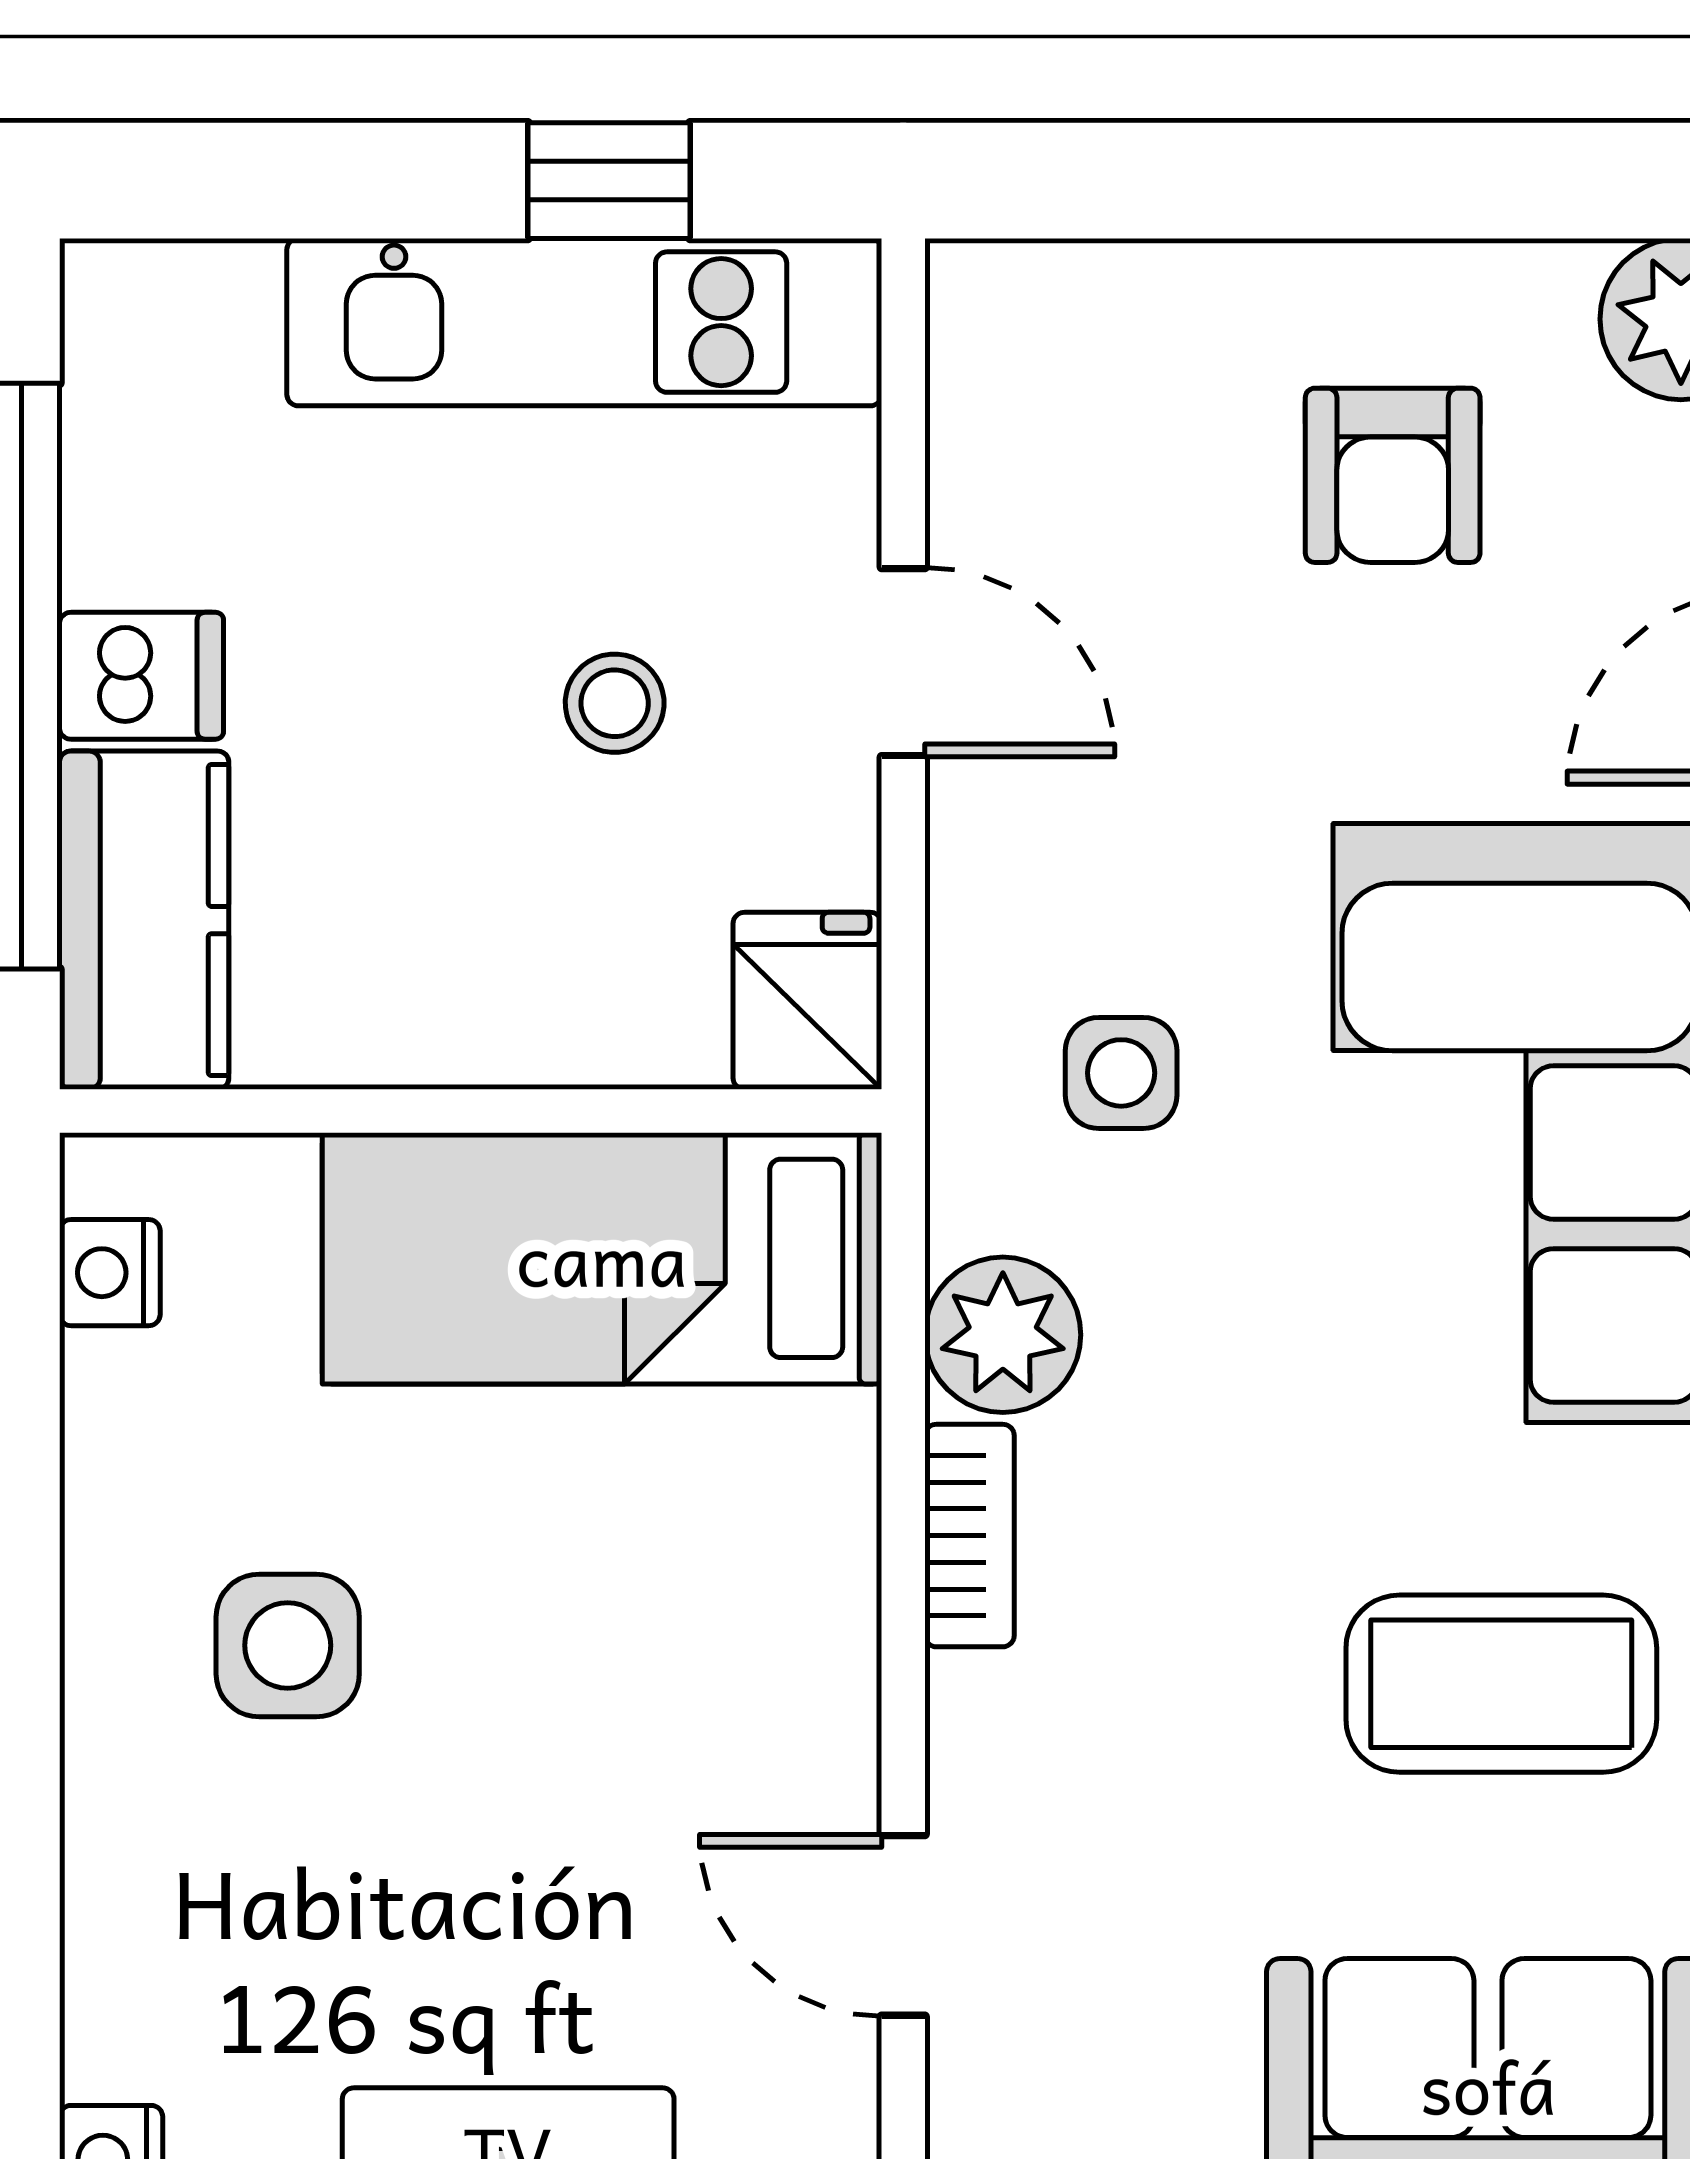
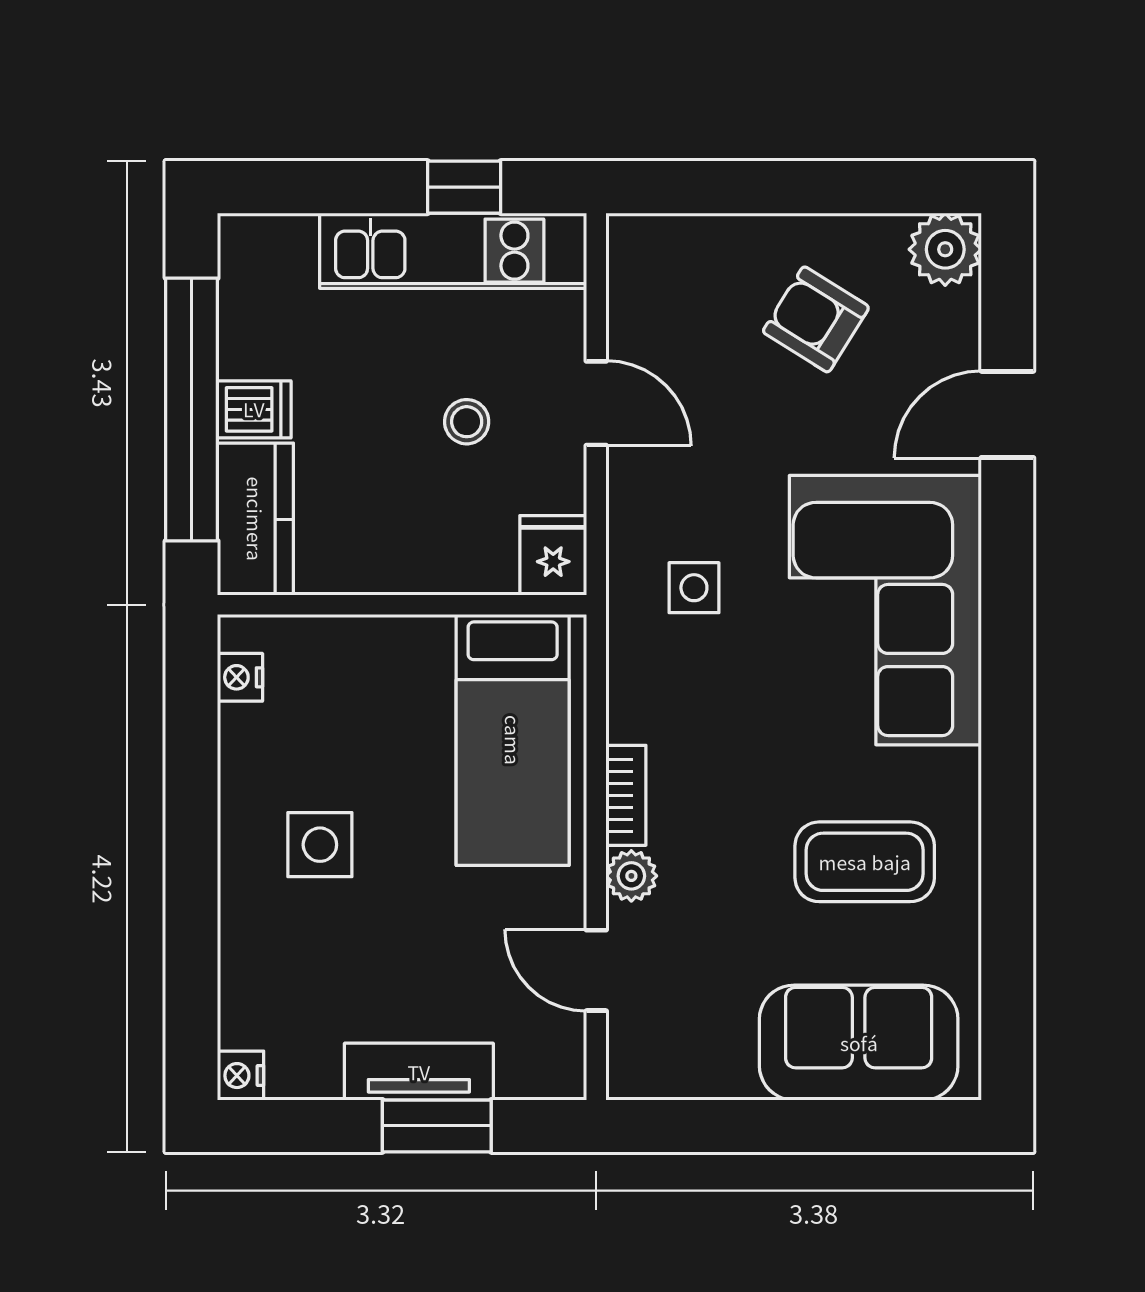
armchair: (1393, 475) -> (816, 319), turned 122
bed: (602, 1258) -> (513, 740), moved, turned -90
plant: (1003, 1335) -> (631, 876), moved, width x0.73, depth x0.73

